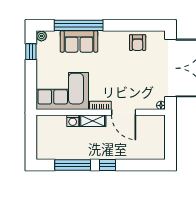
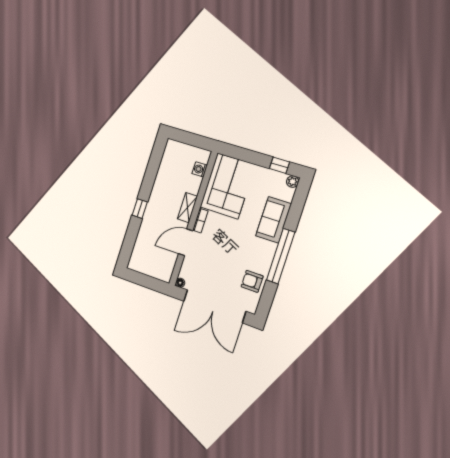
window: (79, 25) -> (281, 256), moved
washing machine: (73, 121) -> (200, 169), moved
window: (73, 165) -> (151, 173), removed

